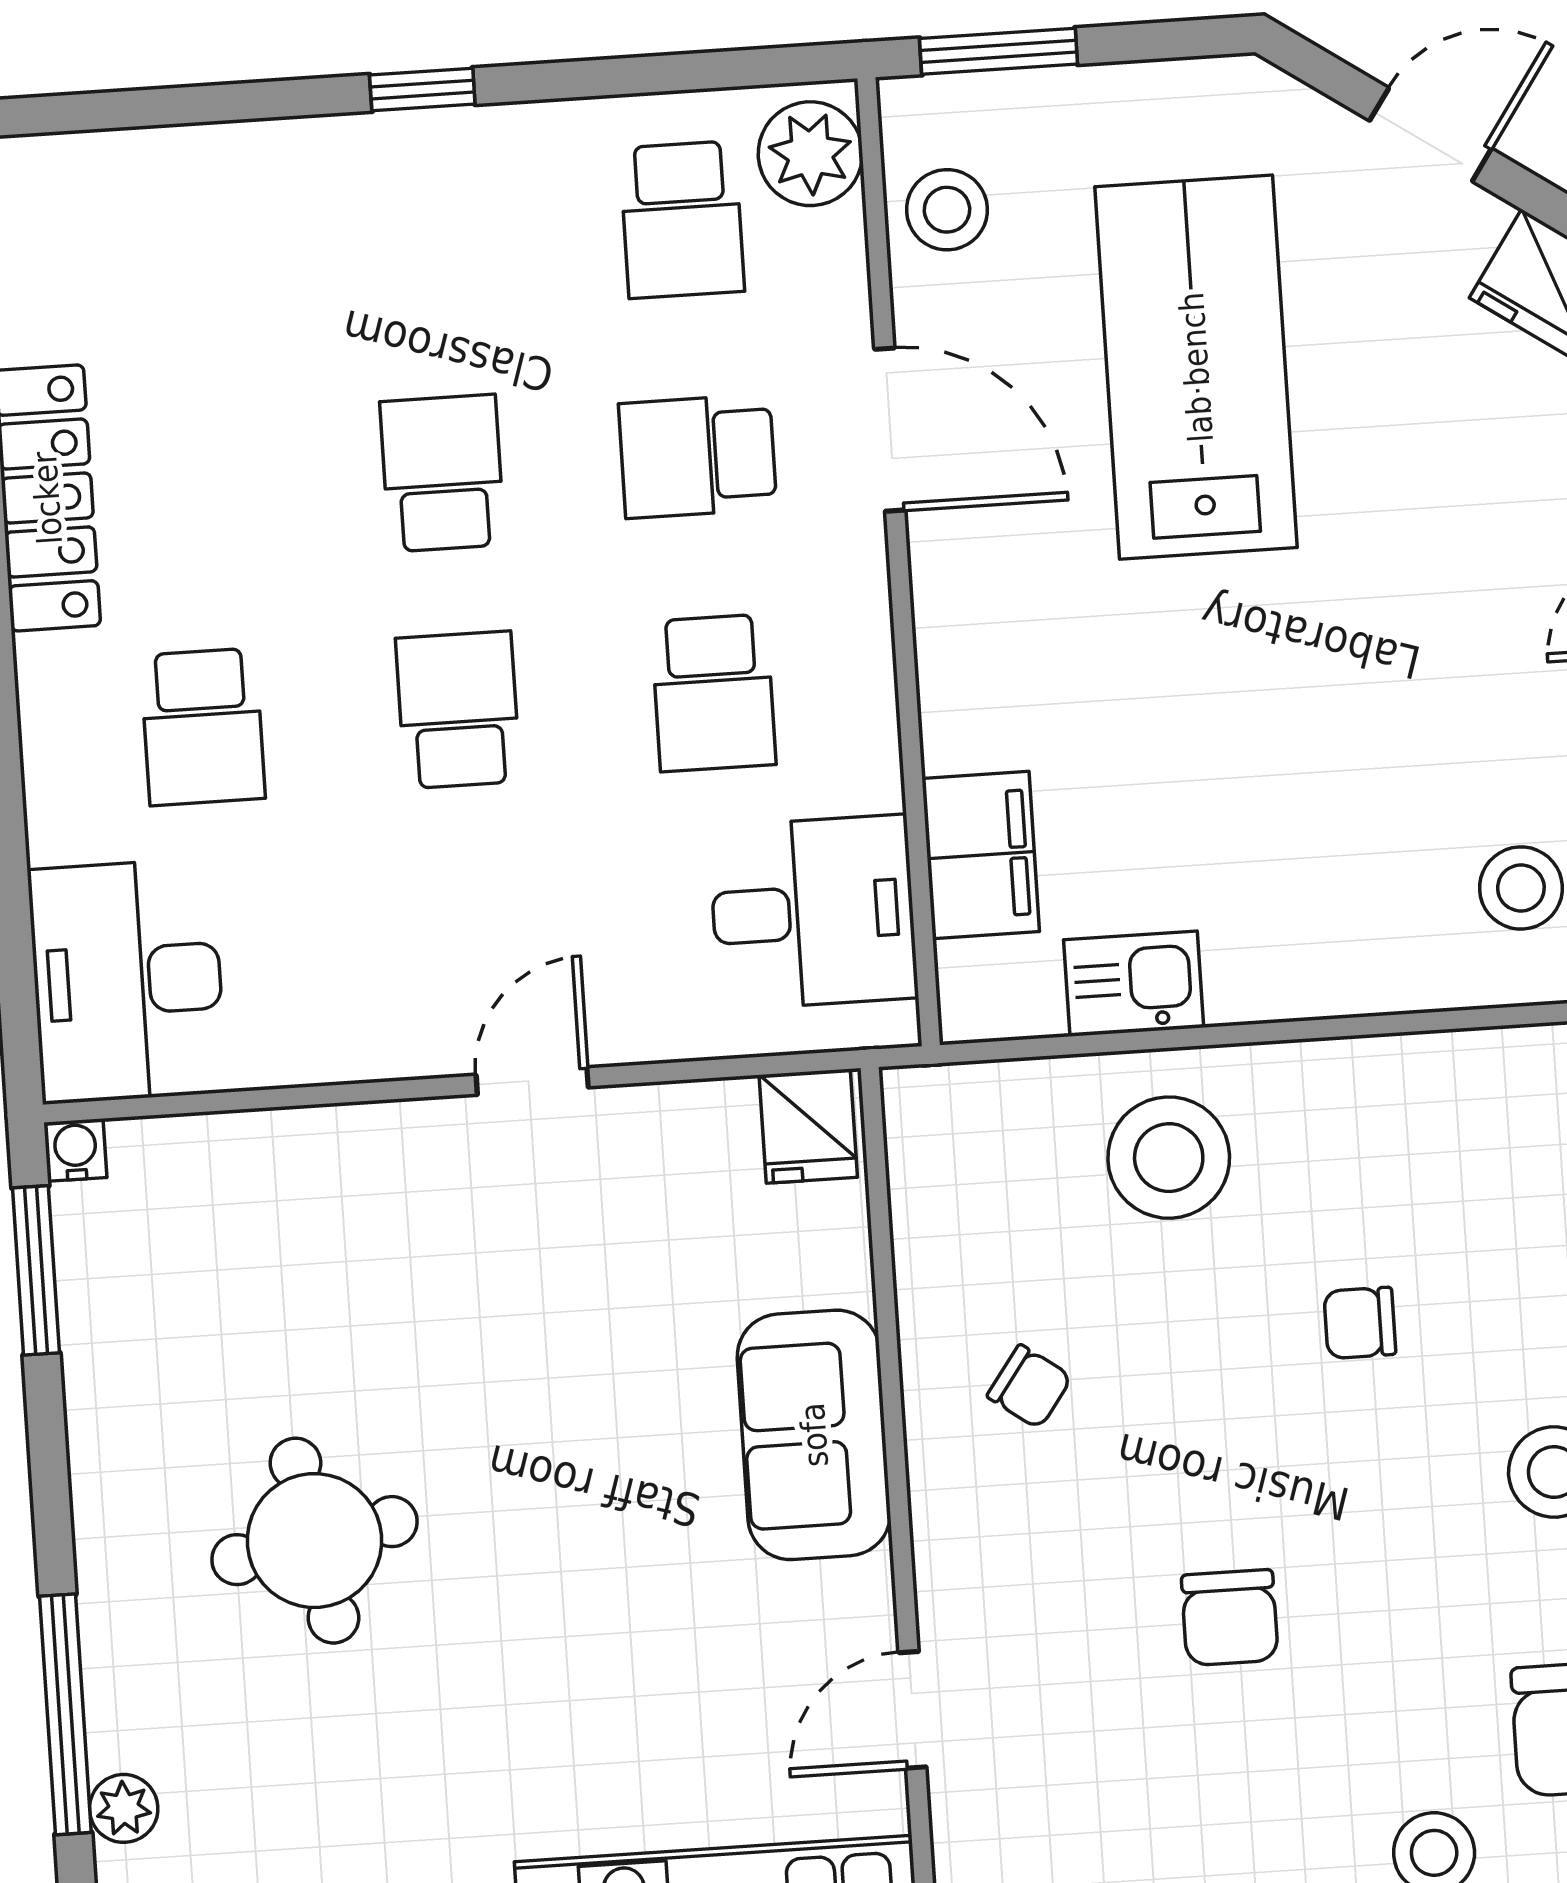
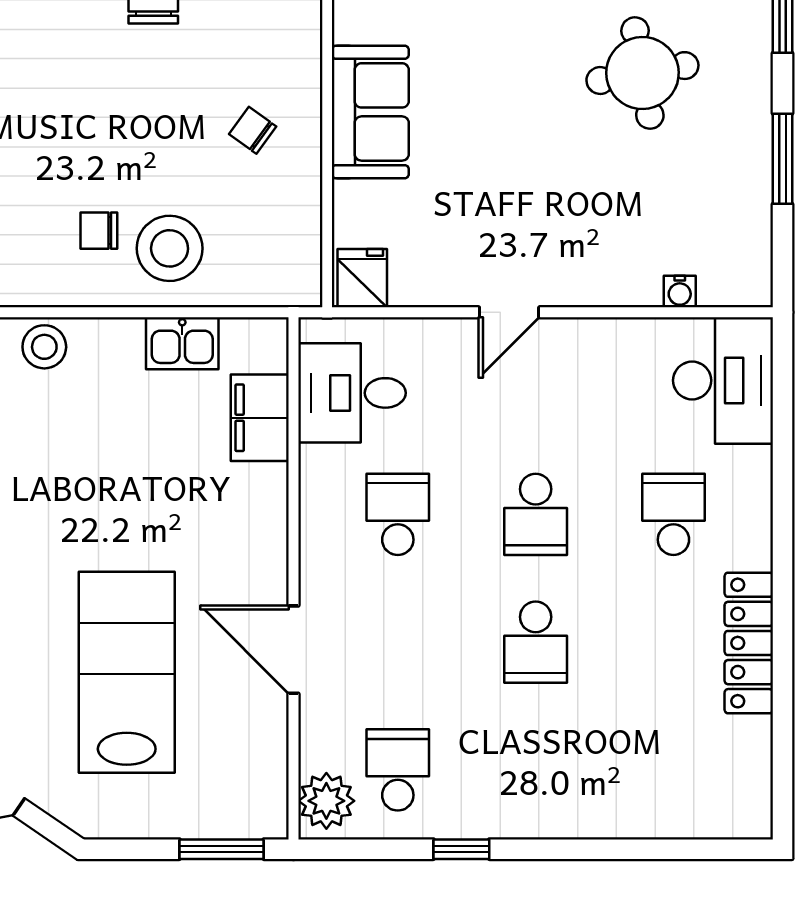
window: (422, 89) -> (461, 849), moved
stool: (947, 210) -> (44, 347), moved
lab bench: (1196, 367) -> (127, 672), turned 180
school desk: (698, 456) -> (398, 642), removed
water cooler: (75, 1150) -> (680, 292), moved
window: (36, 1270) -> (783, 159), moved
chair: (1360, 1323) -> (99, 231), moved, turned 180

